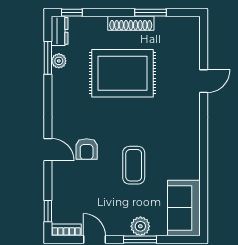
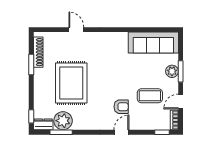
shoe rack: (131, 23) -> (38, 52), moved
plant: (59, 61) -> (63, 121), width x1.88, depth x1.88
coffee table: (134, 165) -> (150, 96), moved
sofa: (184, 208) -> (153, 43), width x1.36

